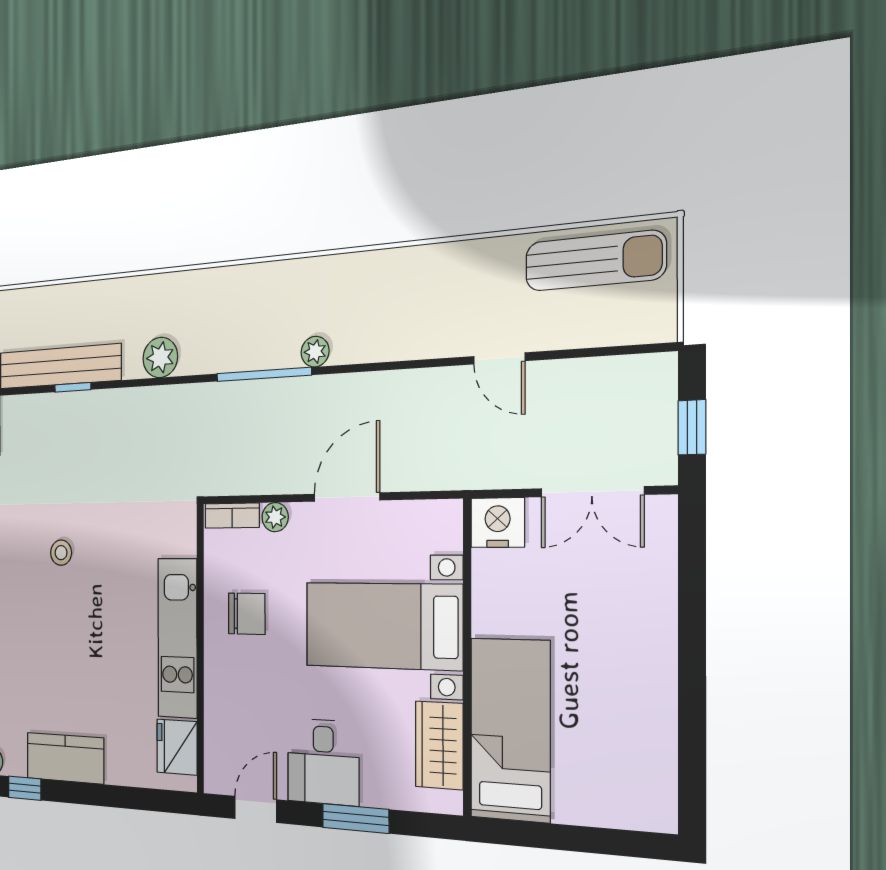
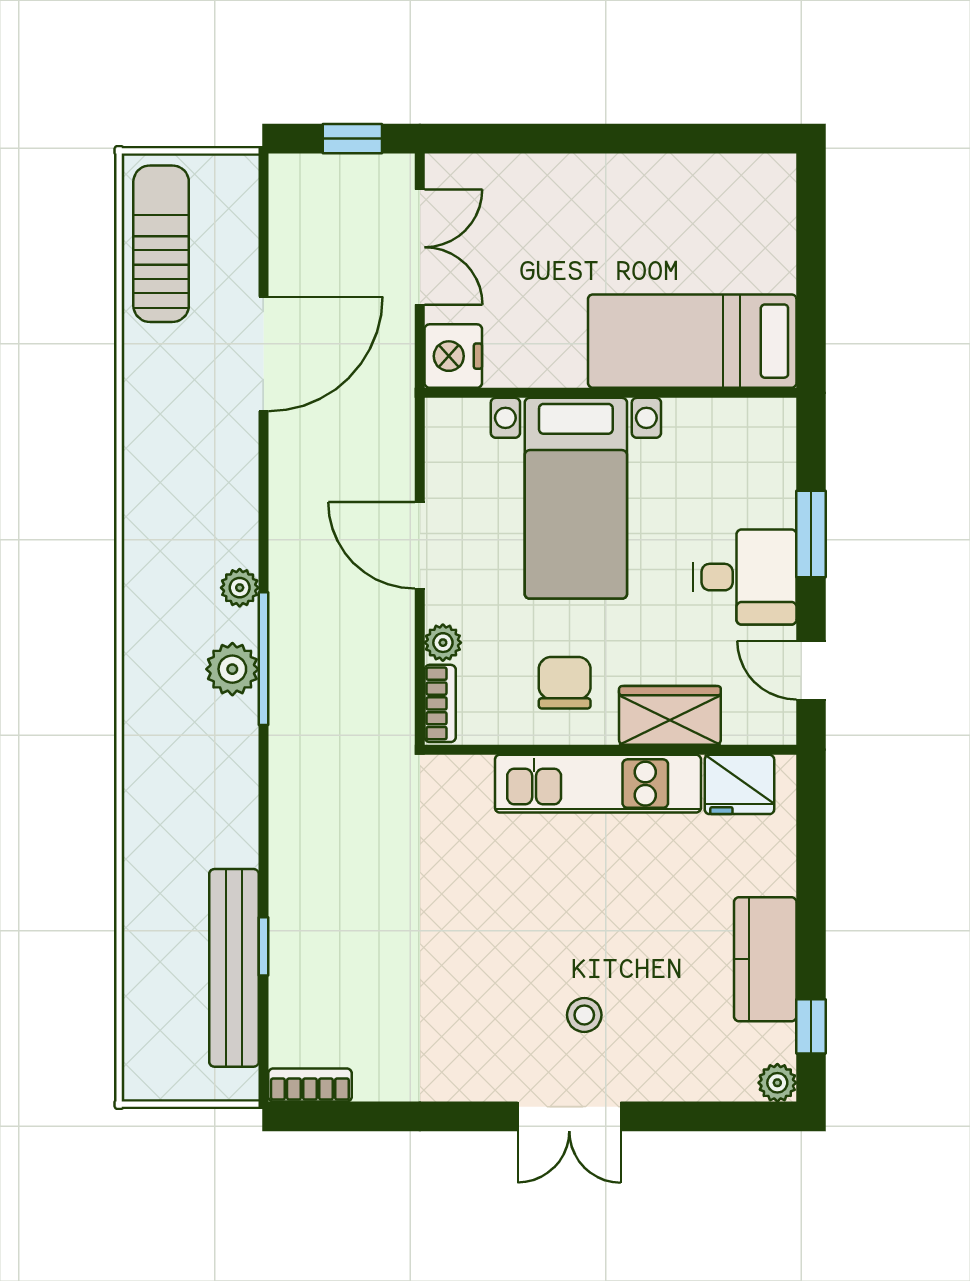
plant: (160, 357) -> (232, 669), moved
door: (499, 358) -> (263, 354), width x1.87
stool: (61, 553) -> (584, 1015), moved
wardrobe: (439, 745) -> (670, 715), moved, turned 180

